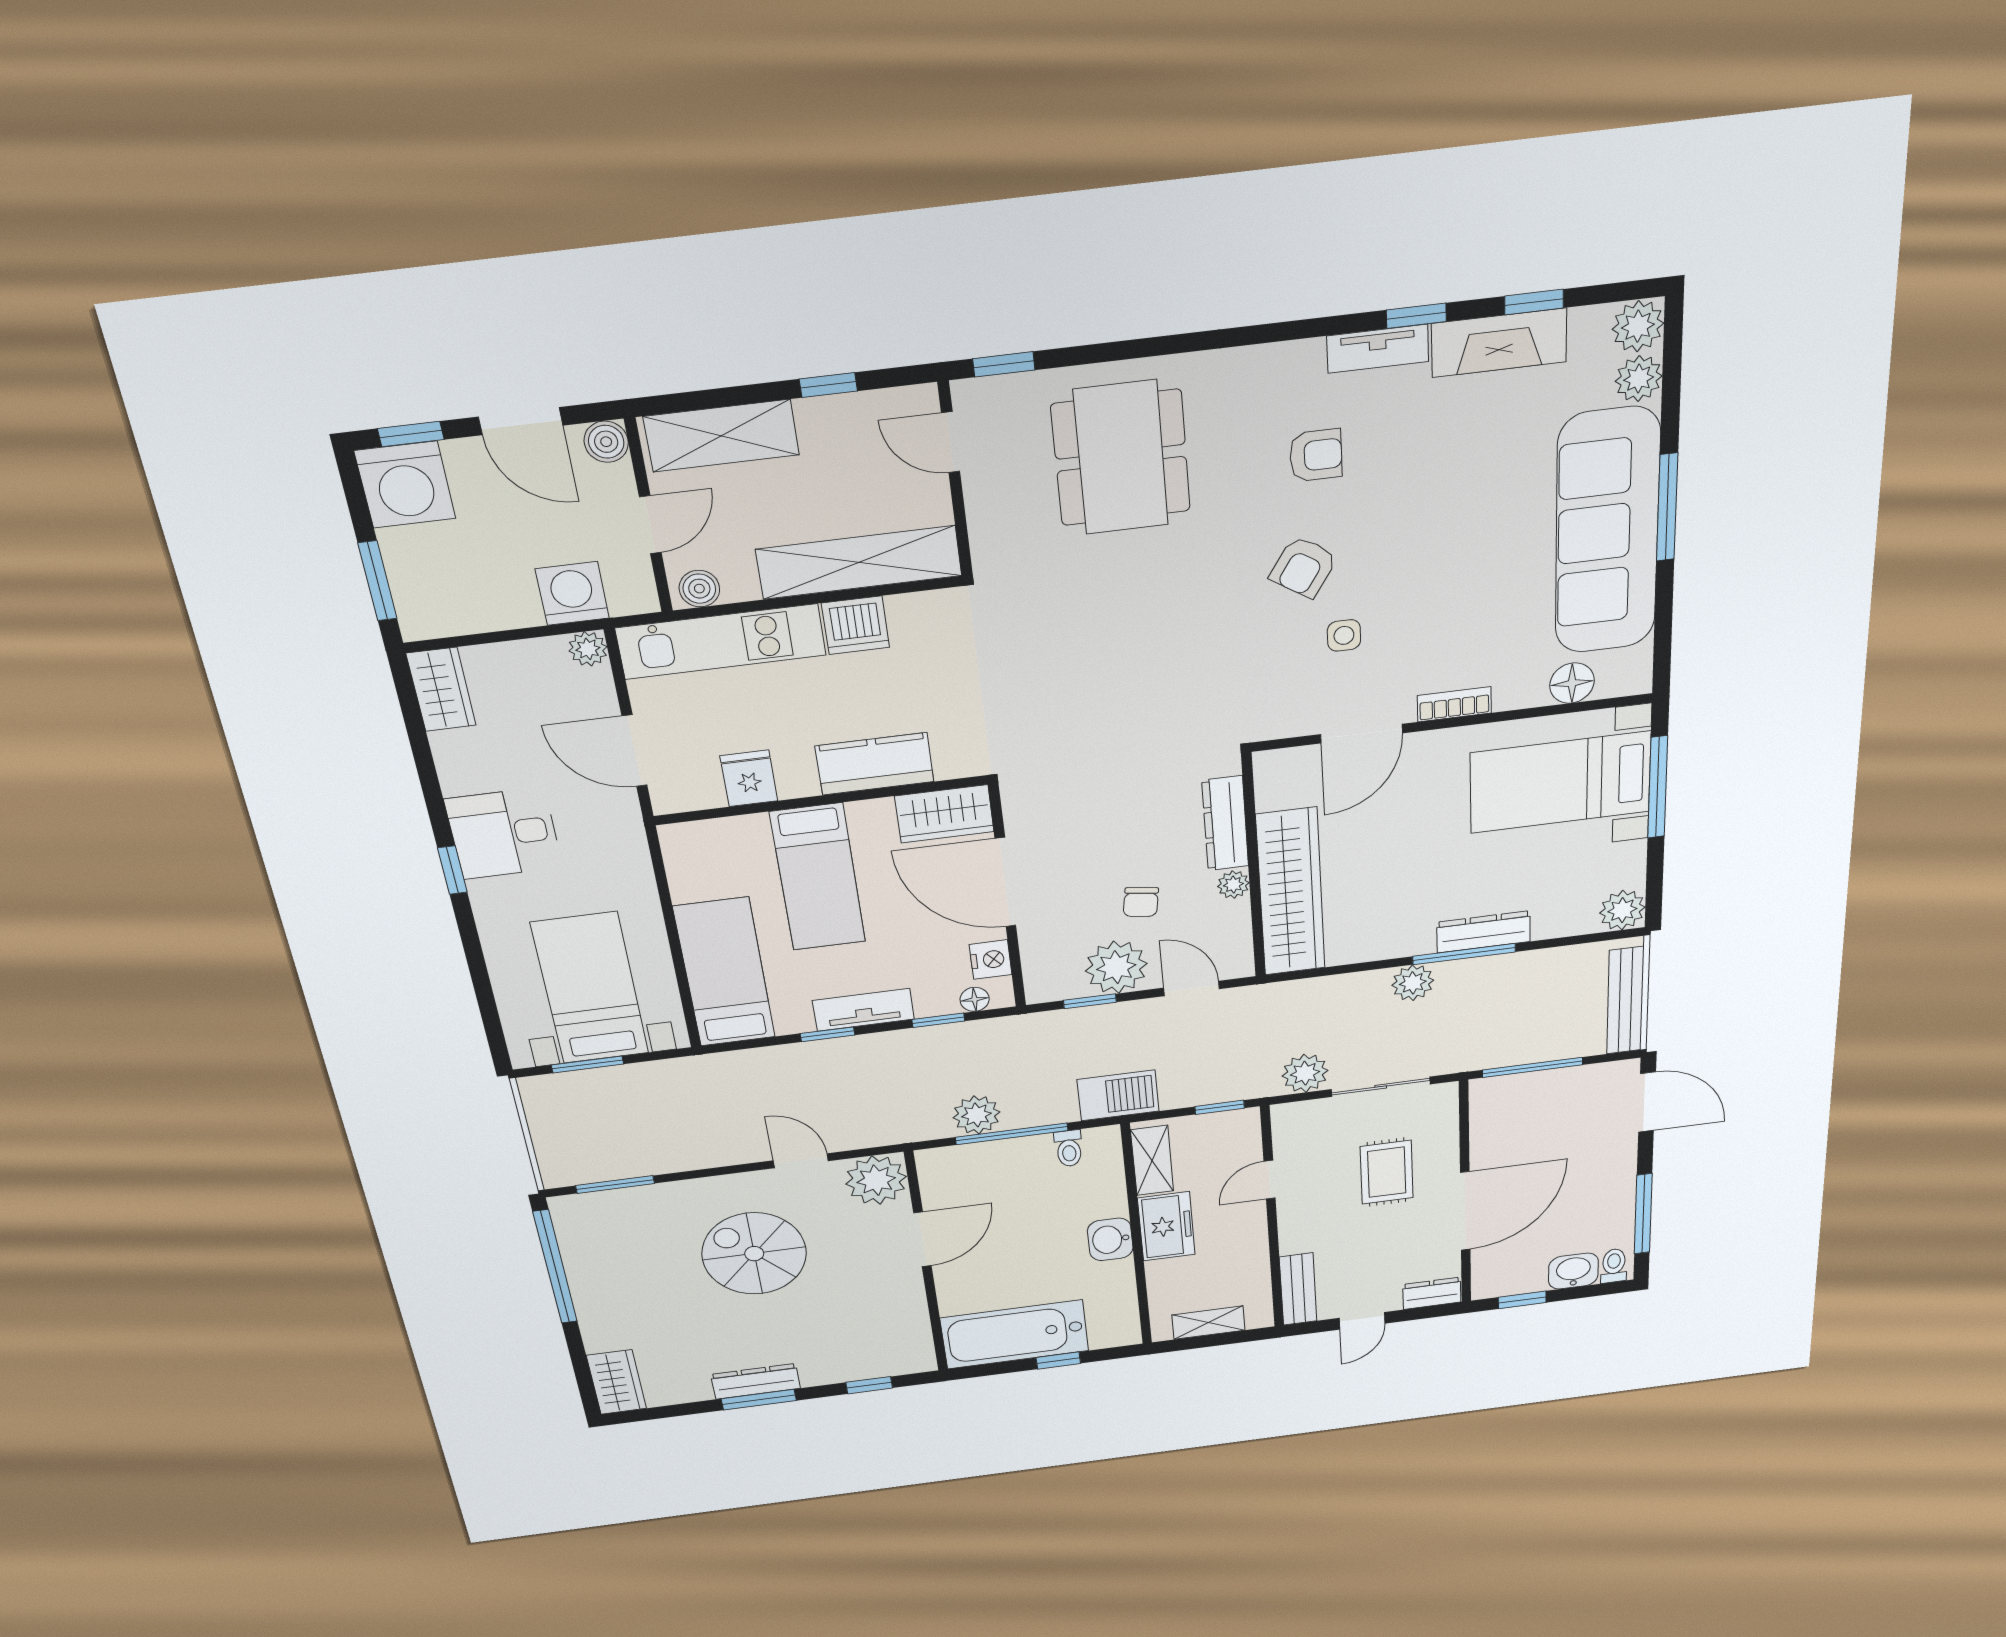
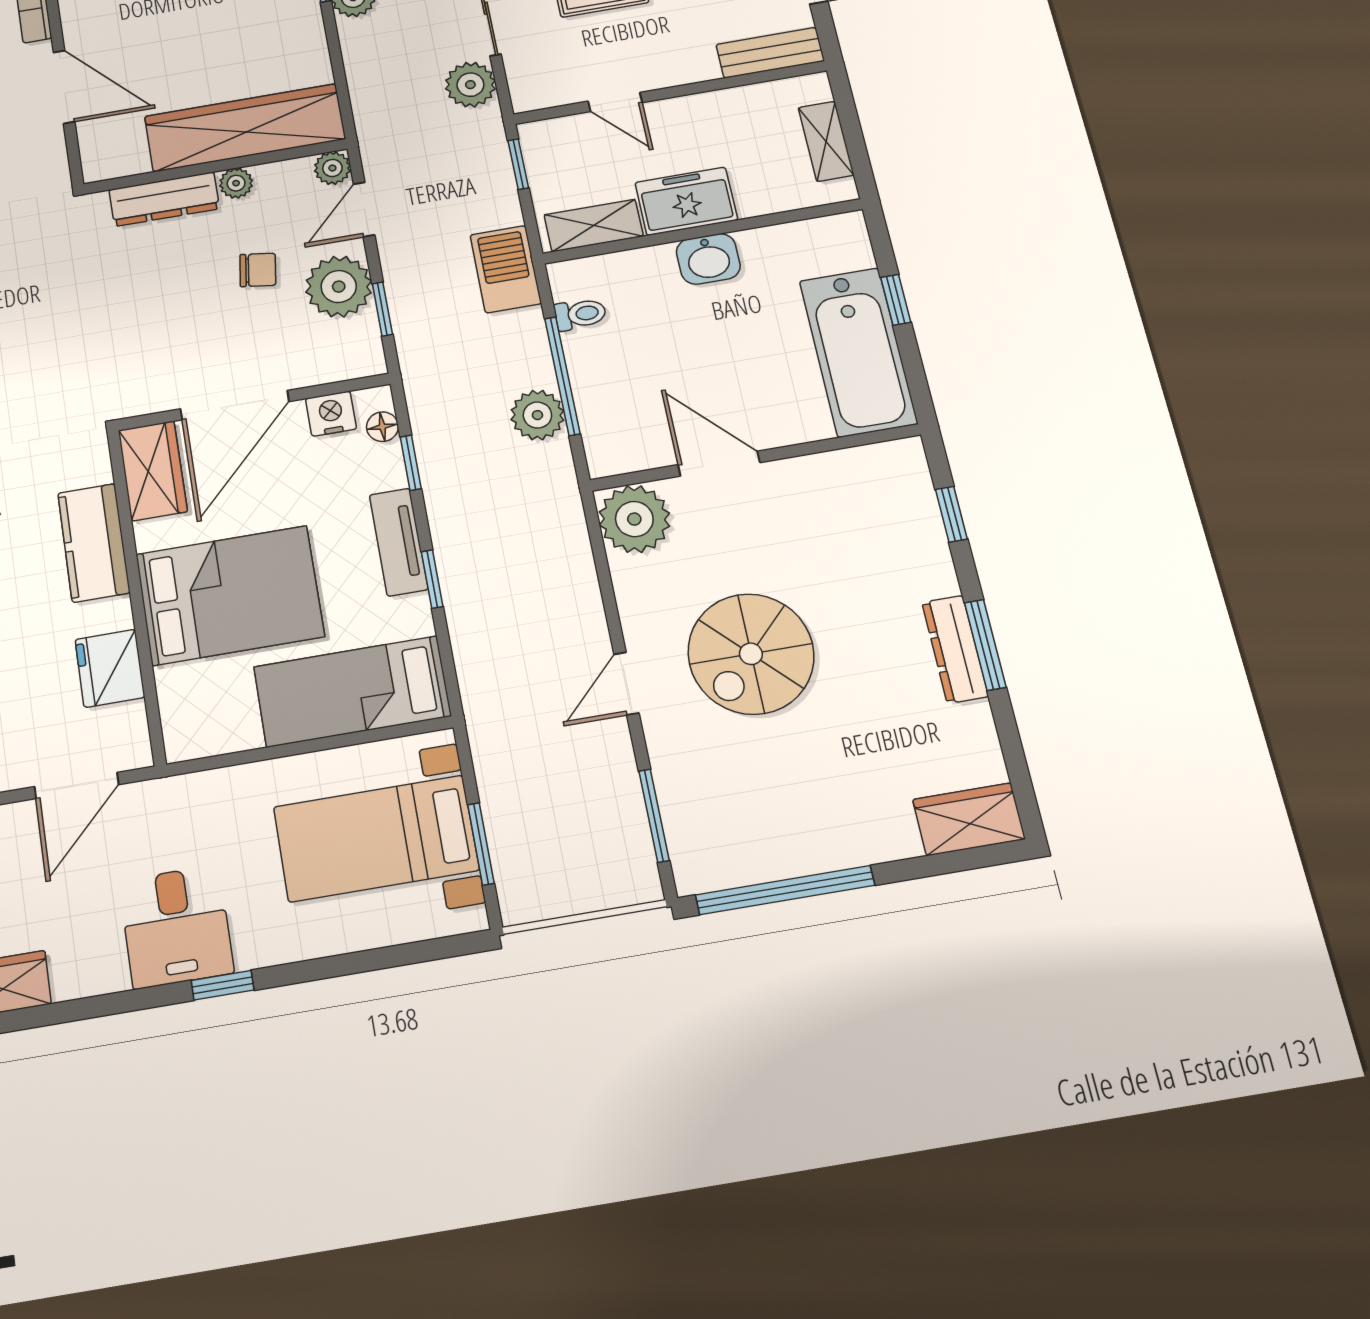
fridge: (749, 778) -> (110, 668), width x1.38
bed: (818, 877) -> (230, 595), width x1.50
plant: (1237, 964) -> (332, 168), added
door: (801, 1161) -> (626, 684), moved

